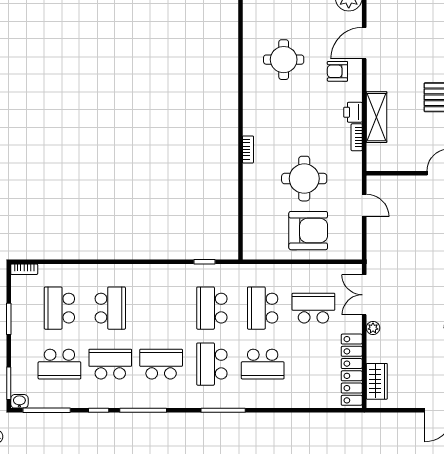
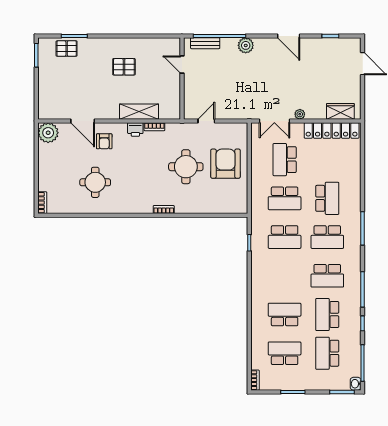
school desk: (59, 308) -> (285, 353), turned 180
school desk: (59, 364) -> (327, 353), turned 180
school desk: (161, 364) -> (327, 276), turned -90

